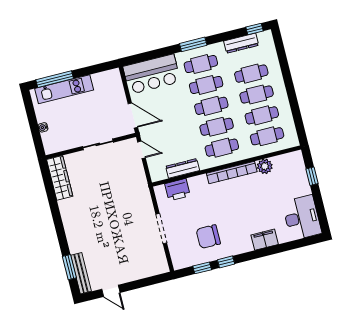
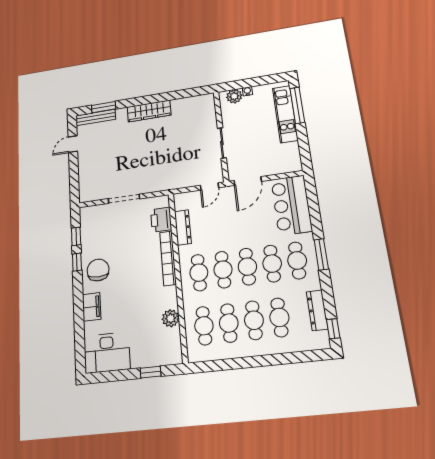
plant: (49, 139) -> (234, 96), added
bookcase: (232, 173) -> (168, 258), moved
wardrobe: (60, 178) -> (149, 111), moved
chair: (208, 237) -> (98, 270), moved

